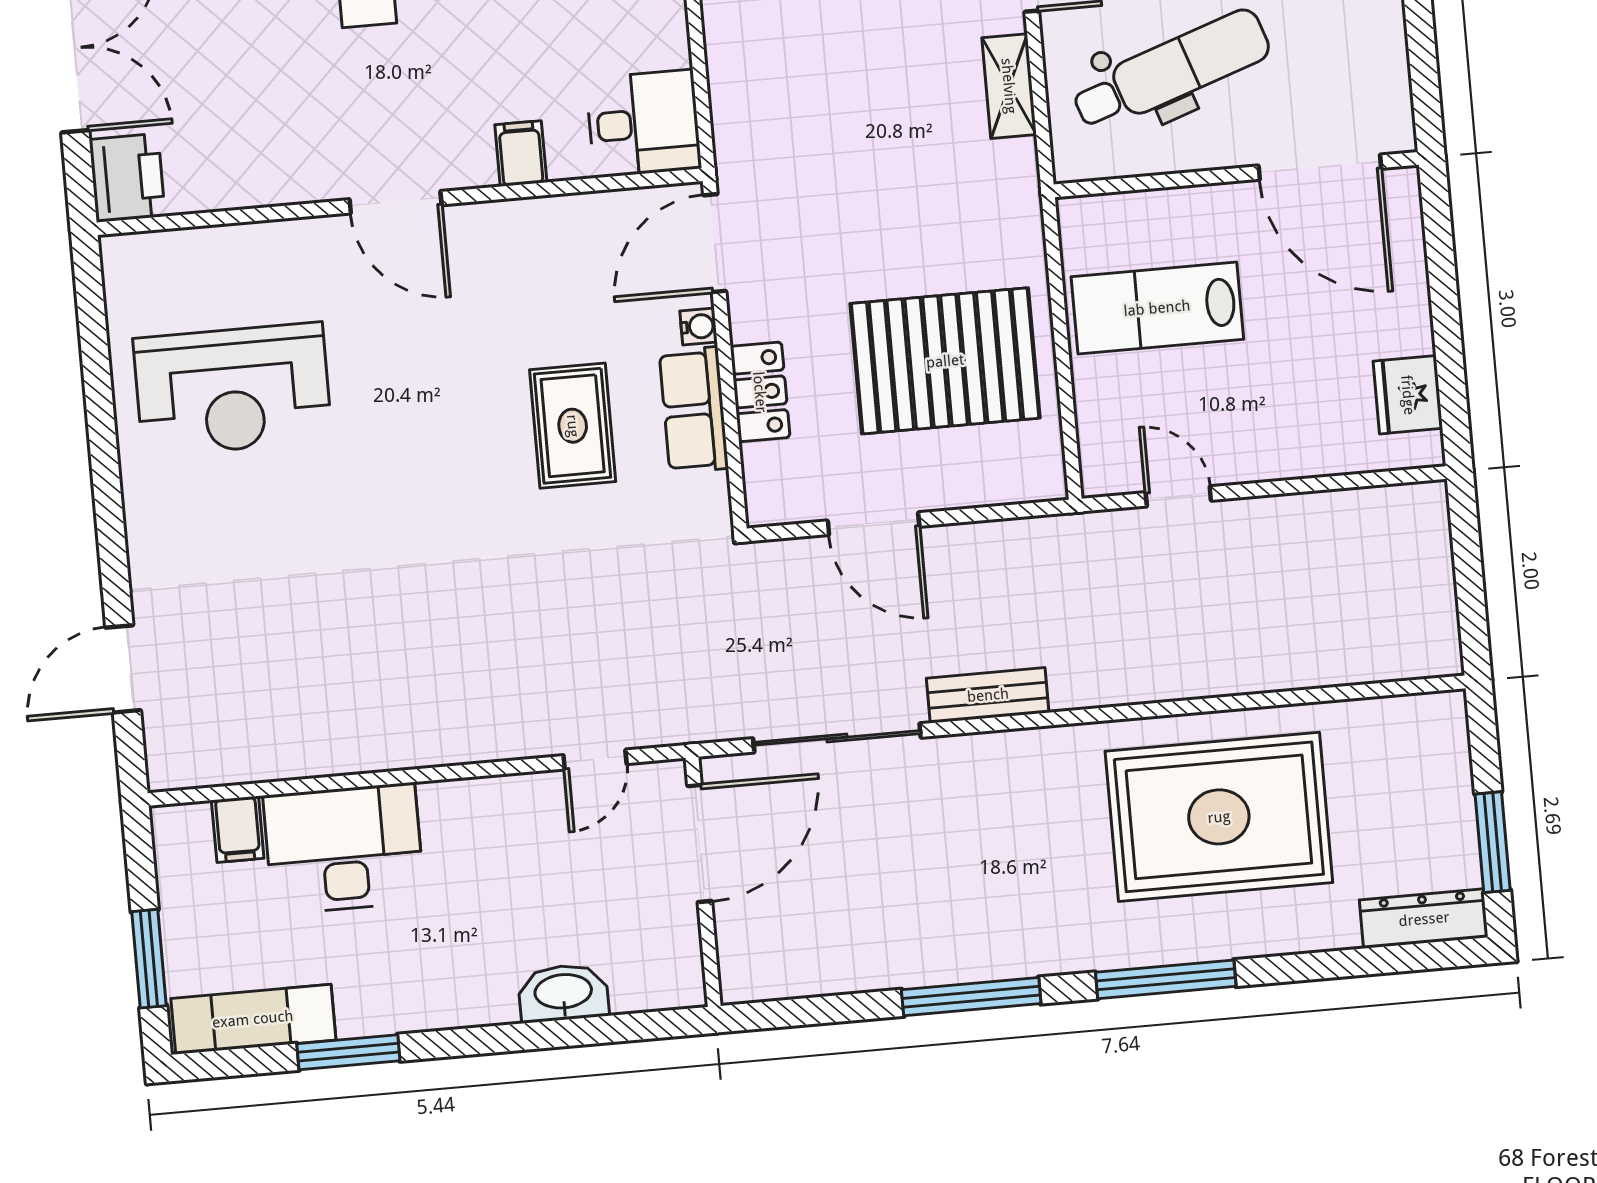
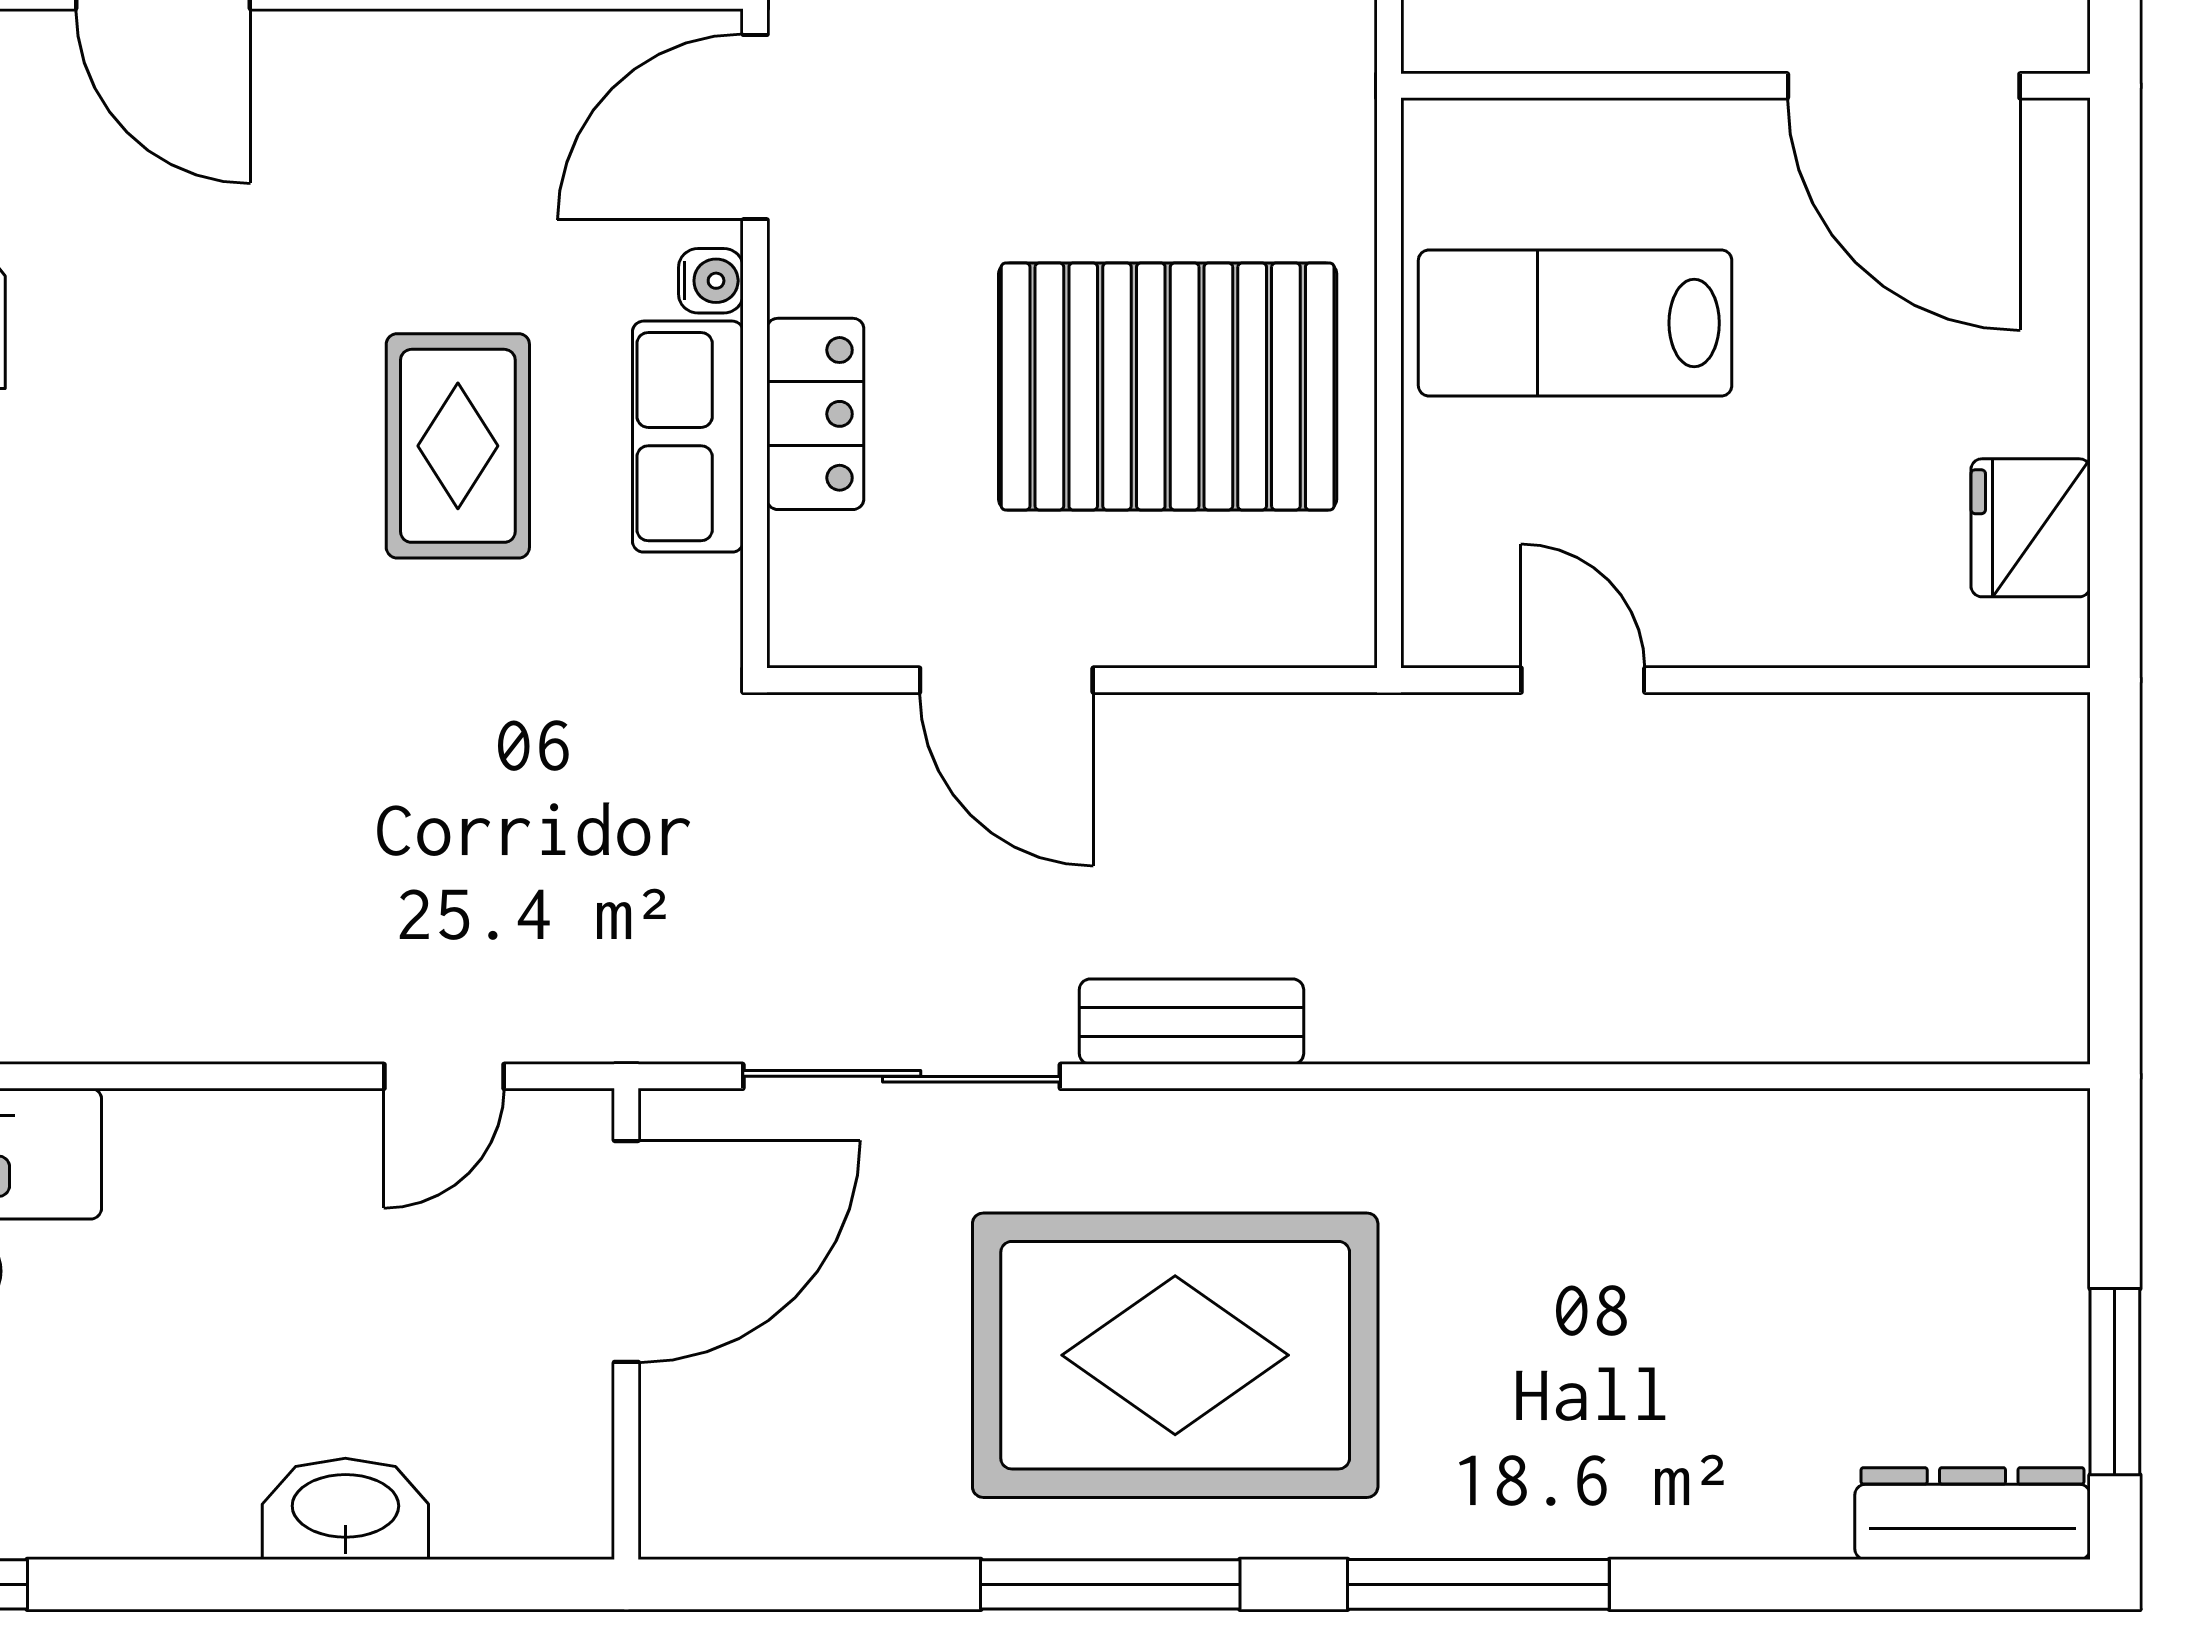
rug: (1219, 817) -> (1175, 1355), moved

